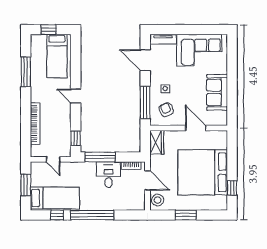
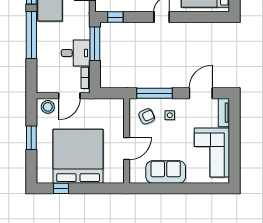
wardrobe: (157, 142) -> (111, 106), removed

